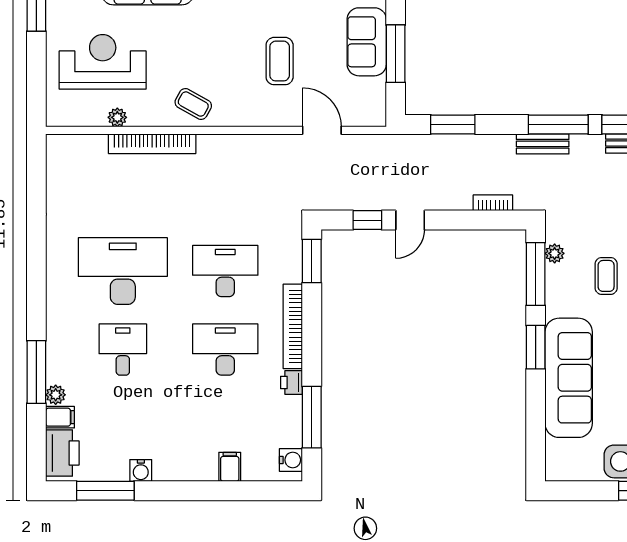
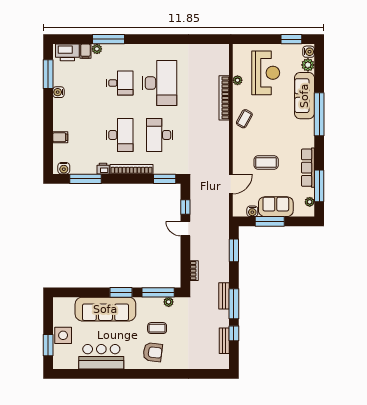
water cooler: (376, 88) -> (252, 211), added
desk: (225, 271) -> (160, 135), turned 180

